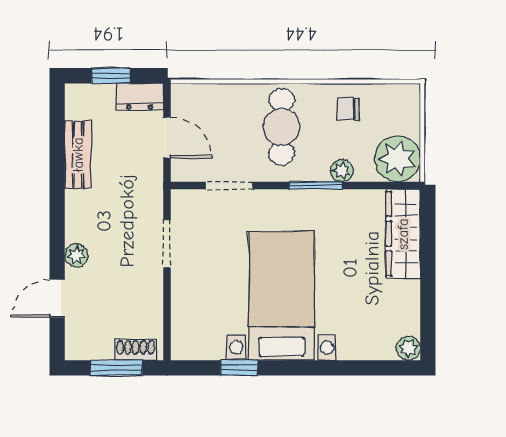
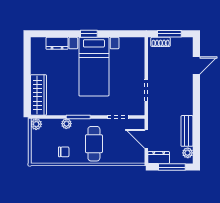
window: (111, 76) -> (172, 167), width x1.50
plant: (397, 159) -> (36, 124), width x0.53, depth x0.53
plant: (76, 256) -> (188, 153), moved
dresser: (362, 347) -> (57, 43), added
plant: (408, 348) -> (36, 43), removed
window: (239, 368) -> (89, 34), moved

